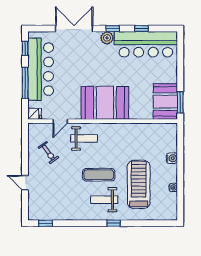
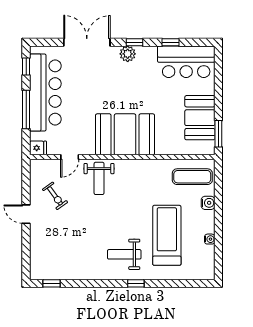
bar counter: (146, 44) -> (186, 62), width x0.73
booth: (165, 102) -> (200, 118), moved
weight bench: (84, 138) -> (99, 178), turned 90
exercise mat: (99, 175) -> (192, 177), moved
door: (25, 183) -> (26, 214), moved

